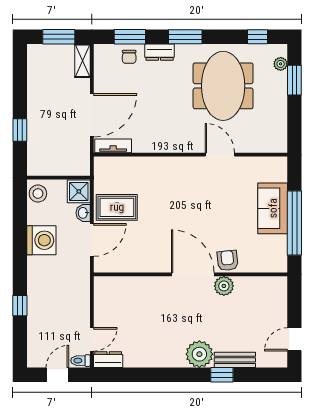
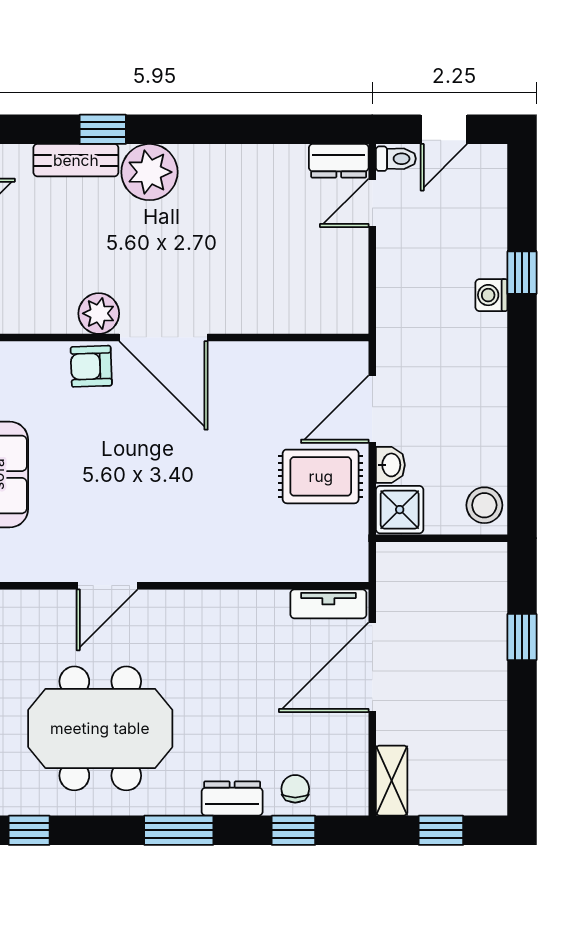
window: (59, 37) -> (441, 830), width x0.67
window: (130, 37) -> (293, 830), width x0.67
meeting table: (223, 86) -> (100, 728), turned 90
door: (220, 155) -> (107, 586), hinge flipped
washing machine: (41, 240) -> (491, 295), moved, width x0.53, depth x0.53
armchair: (227, 261) -> (91, 366), turned 94

